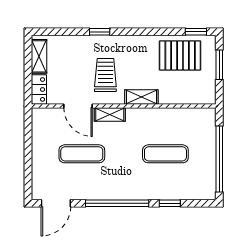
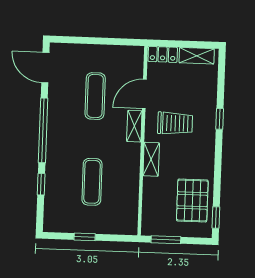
window: (219, 65) -> (166, 240), moved
window: (219, 159) -> (85, 237), width x0.32

